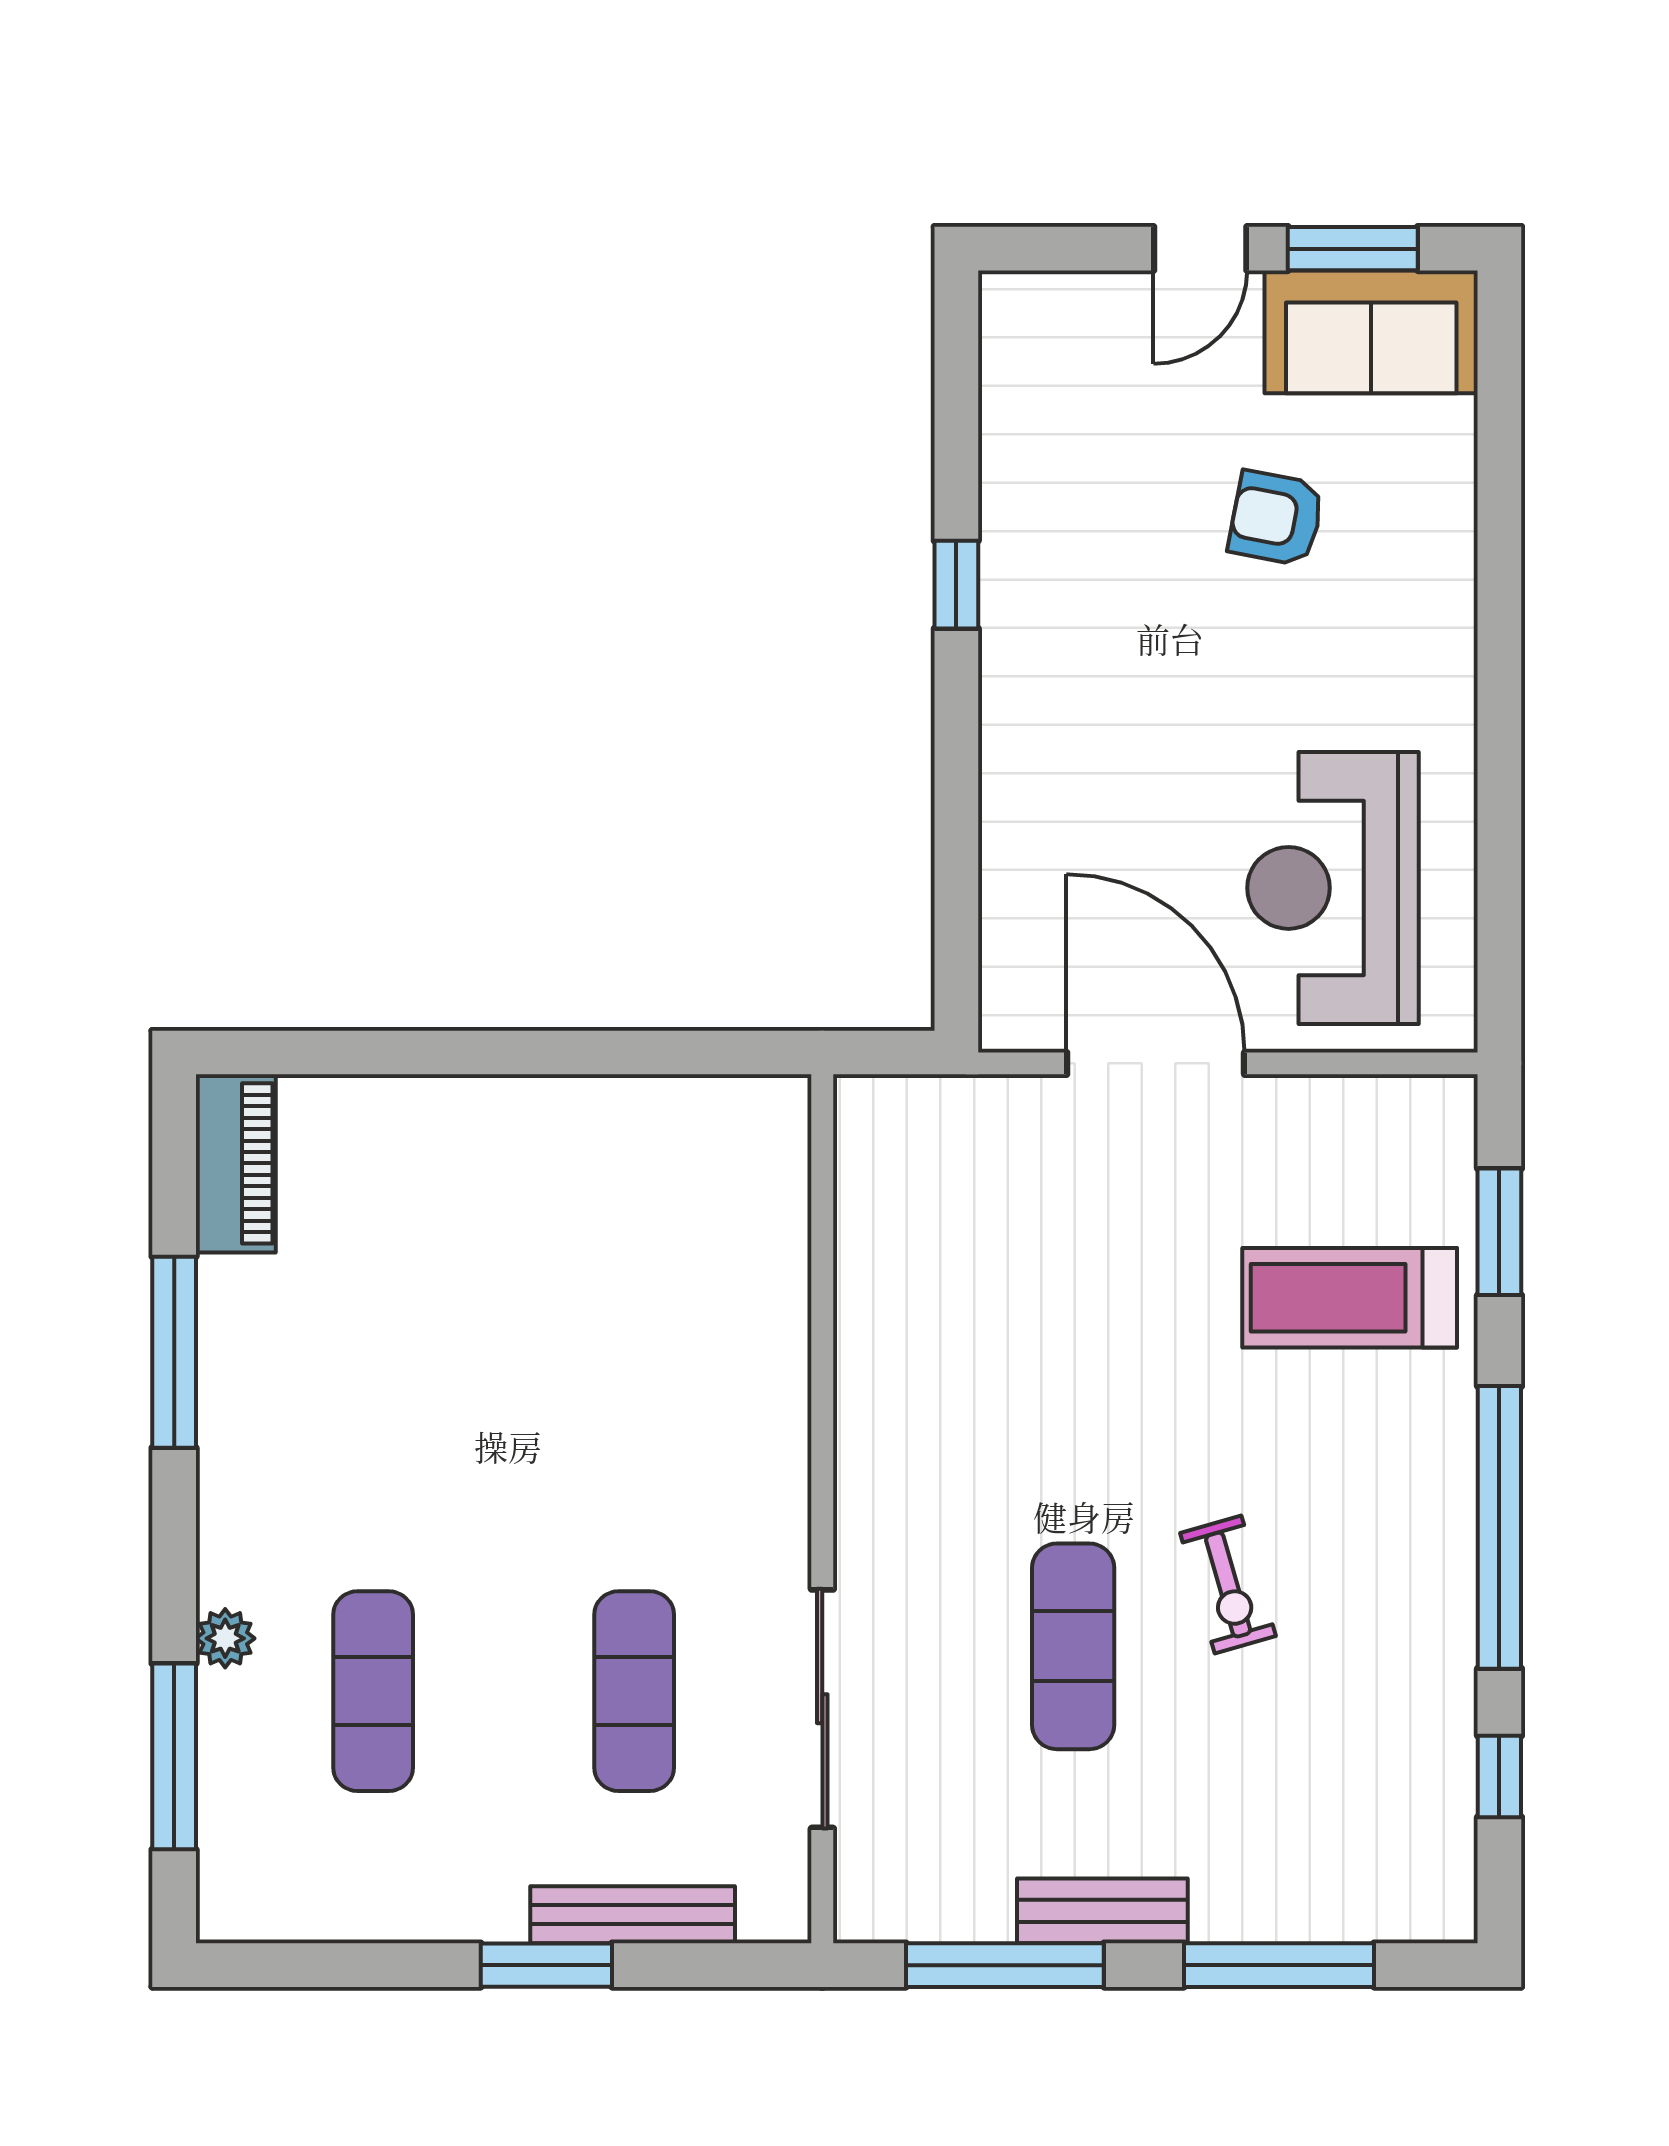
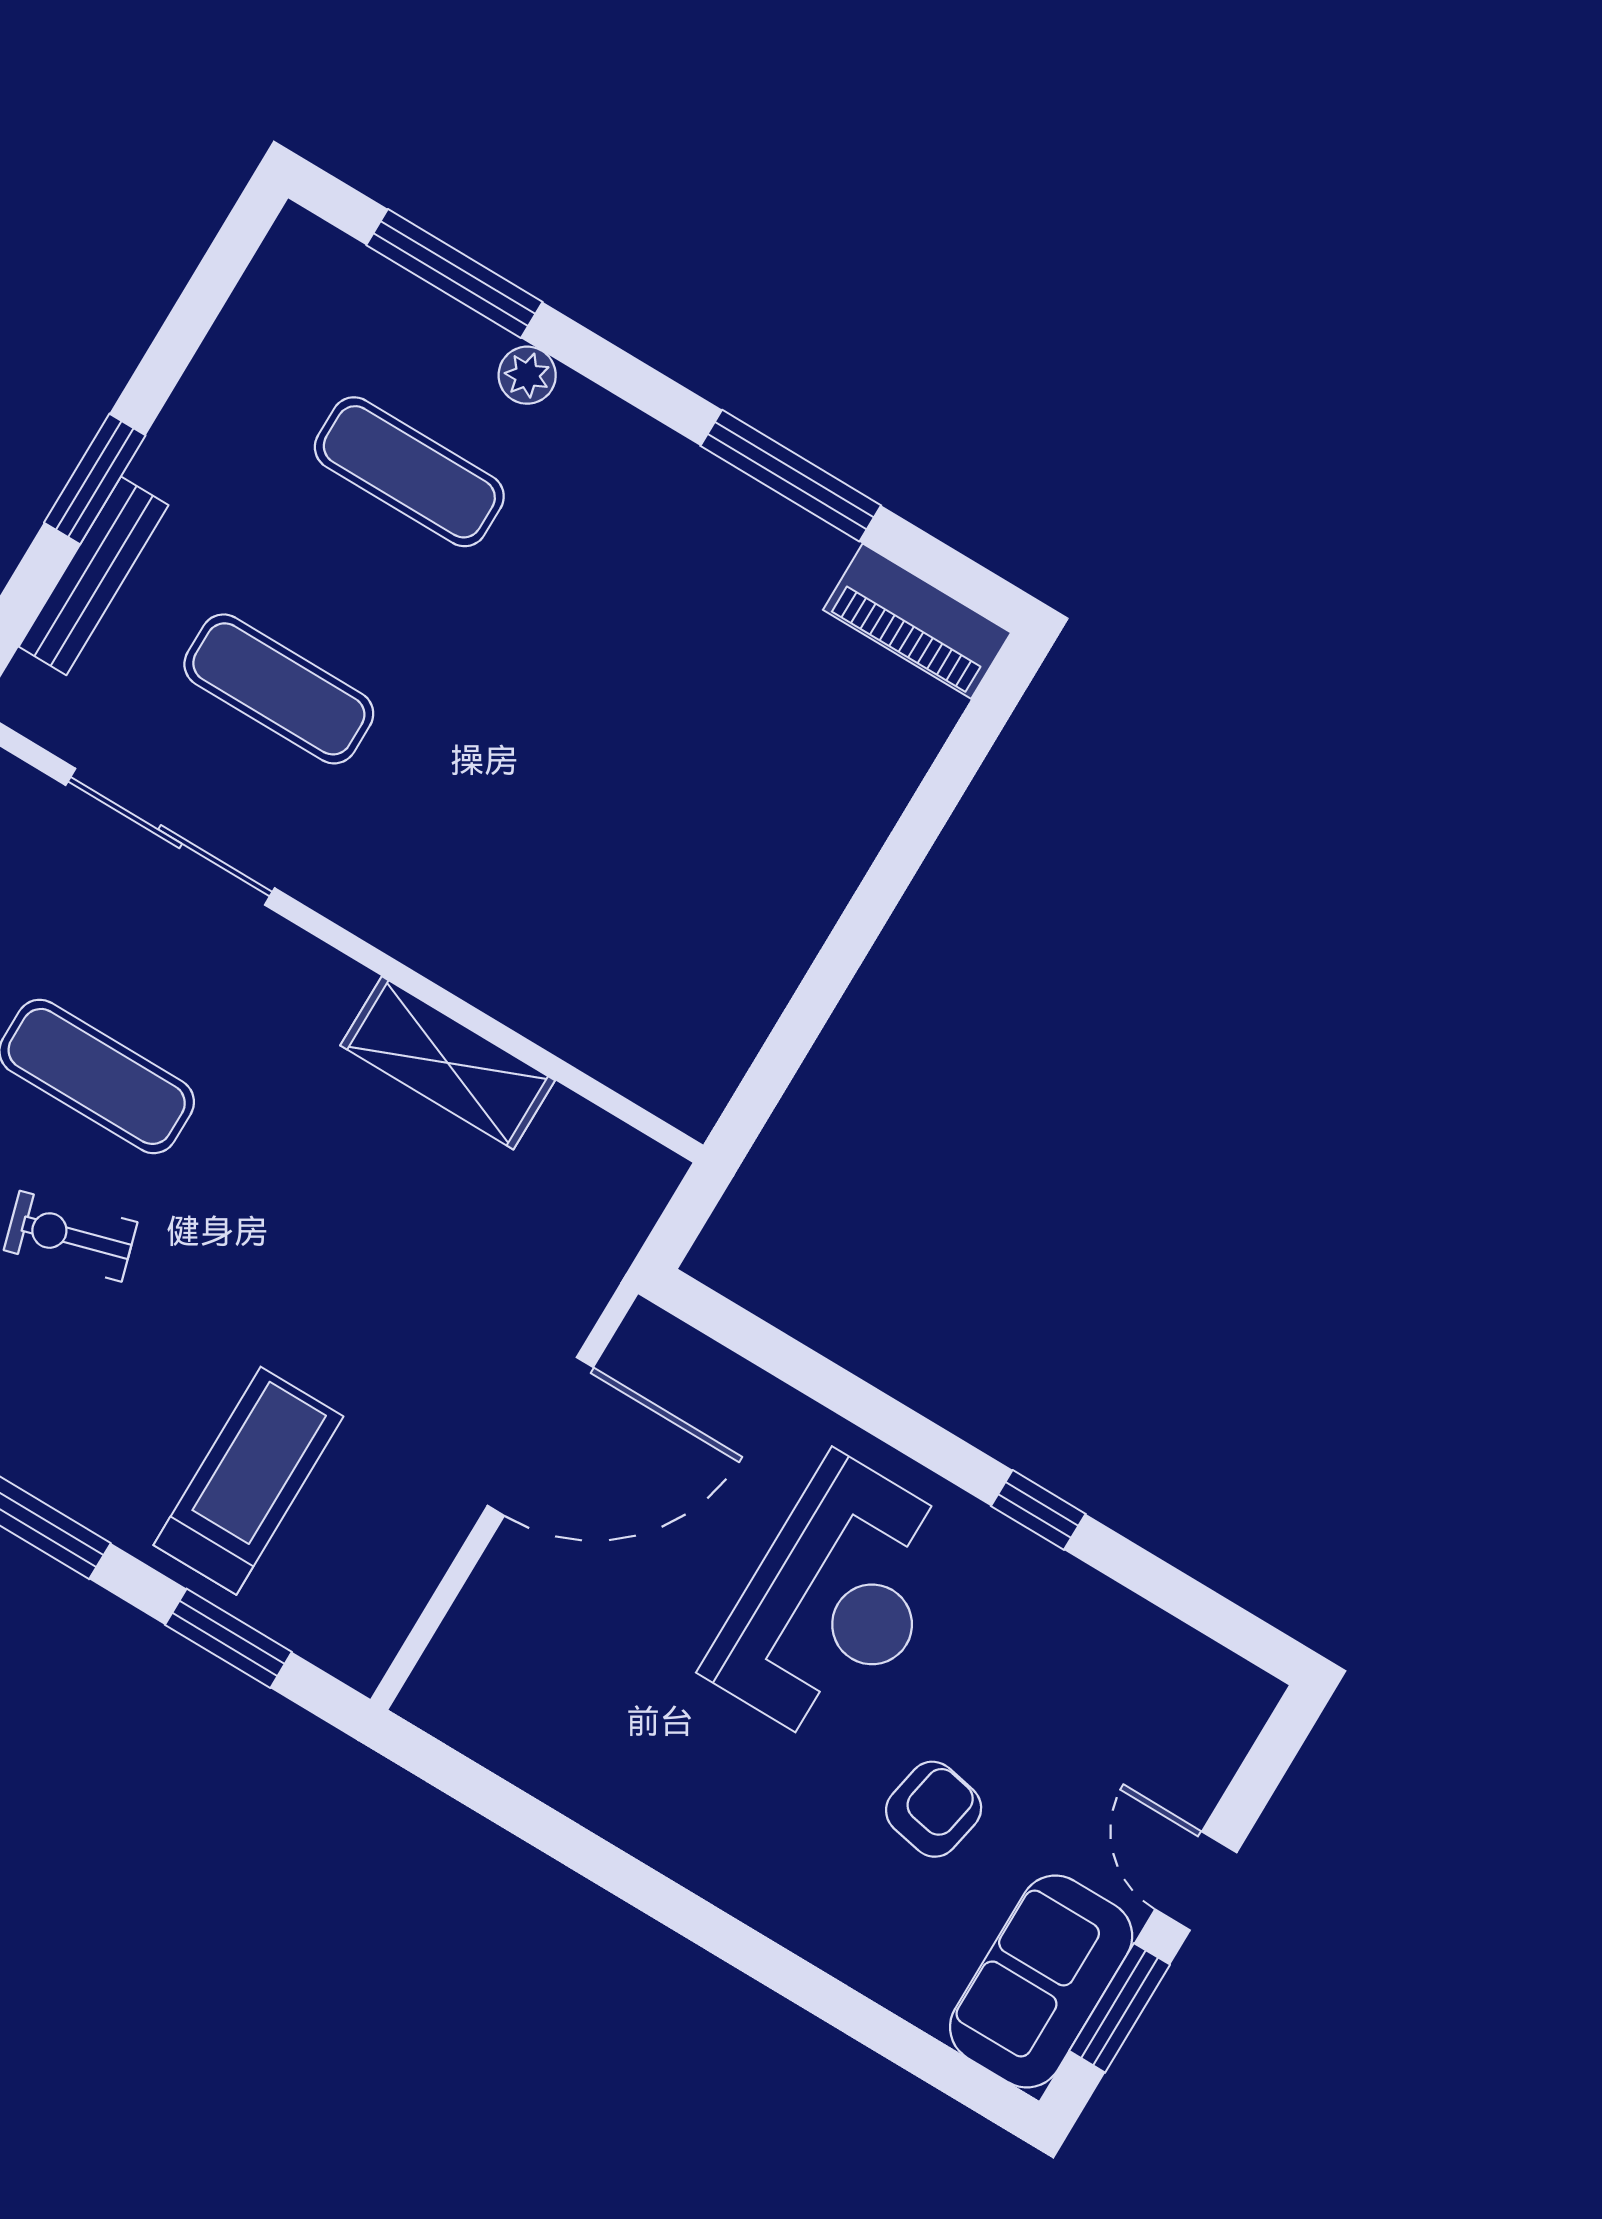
reception desk: (1333, 888) -> (835, 1602), moved, turned 90
shelving: (875, 1344) -> (448, 1063), added

